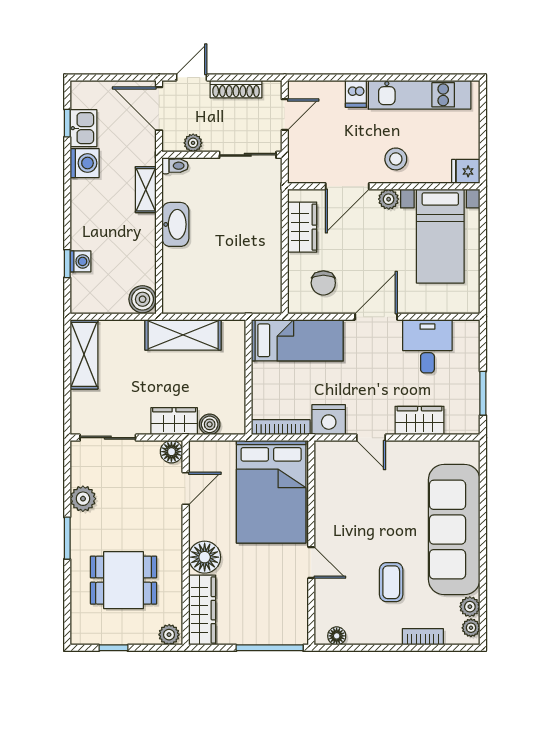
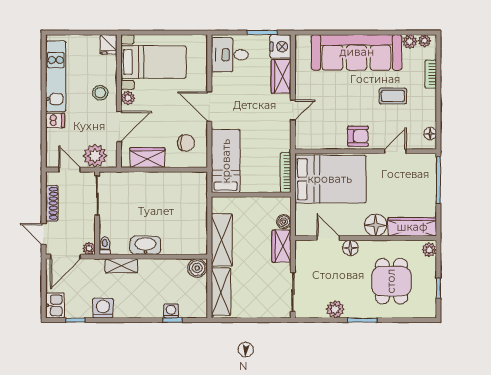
kitchen sink: (83, 128) -> (55, 305), moved, turned 90
plant: (193, 143) -> (89, 248), moved
plant: (305, 152) -> (95, 156), added
door: (347, 186) -> (119, 126), hinge flipped
desk: (427, 346) -> (230, 55), moved
shelving: (84, 354) -> (221, 292), moved, turned 90
nightstand: (329, 420) -> (280, 47), moved
floor lamp: (171, 452) -> (350, 248), moved
armchair: (333, 532) -> (358, 136), added
door: (311, 563) -> (396, 151), moved

